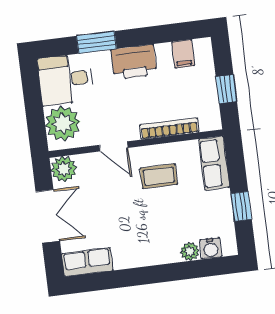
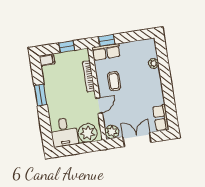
window: (97, 42) -> (41, 95), moved
filing cabinet: (183, 54) -> (47, 60), moved
printer: (134, 62) -> (54, 96), removed
window: (241, 206) -> (107, 40), moved
water cooler: (211, 248) -> (152, 52), removed

